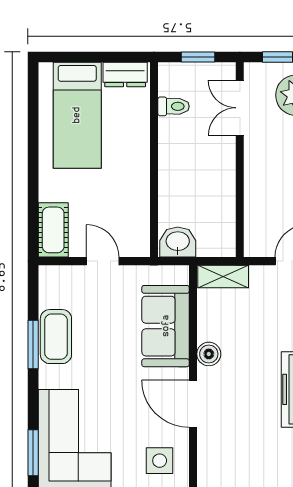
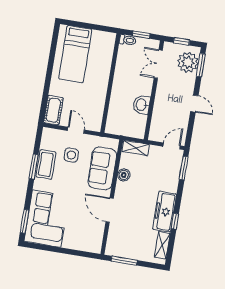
dresser: (125, 75) -> (103, 37), removed
toilet: (173, 106) -> (128, 40), moved
washbasin: (178, 242) -> (142, 105), moved, turned -90
boiler: (209, 354) -> (124, 175), moved
side table: (160, 461) -> (71, 155), moved

